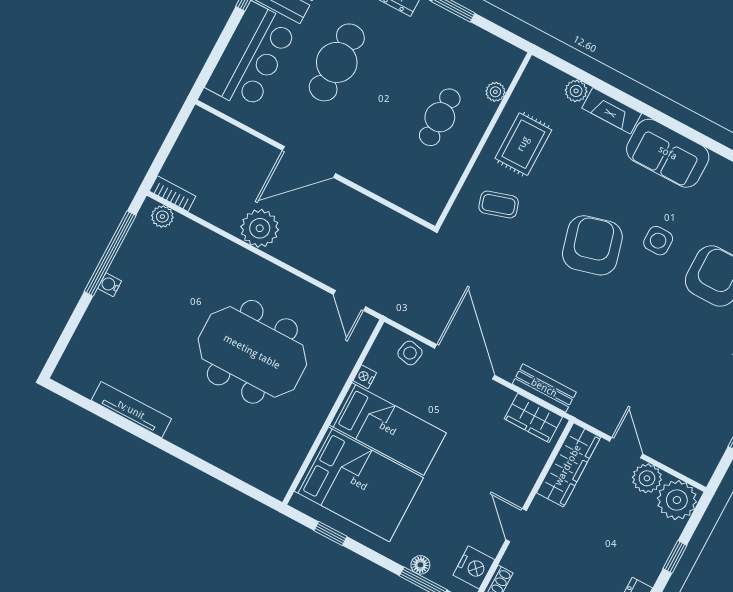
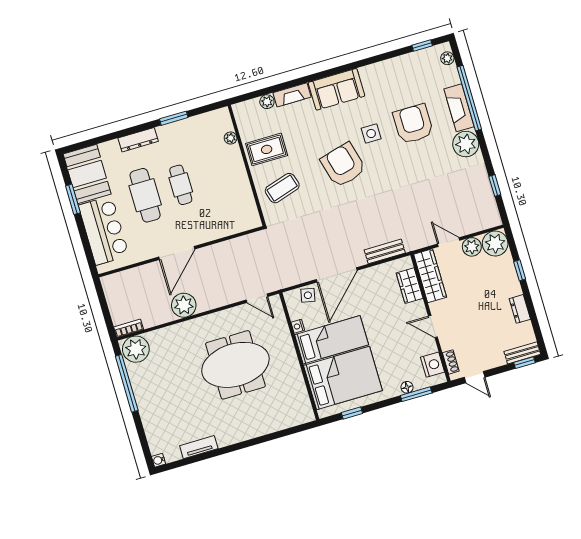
cafe table: (440, 117) -> (181, 185), moved
rug: (523, 144) -> (267, 149), turned 90
coffee table: (499, 205) -> (282, 188), width x1.36, depth x1.30
plant: (162, 217) -> (136, 349), width x1.88, depth x1.88
water cooler: (110, 285) -> (159, 460), moved
door: (465, 362) -> (337, 275), swing flipped
tv unit: (131, 410) -> (199, 447), width x0.71
wardrobe: (533, 418) -> (410, 286), moved, turned 90

